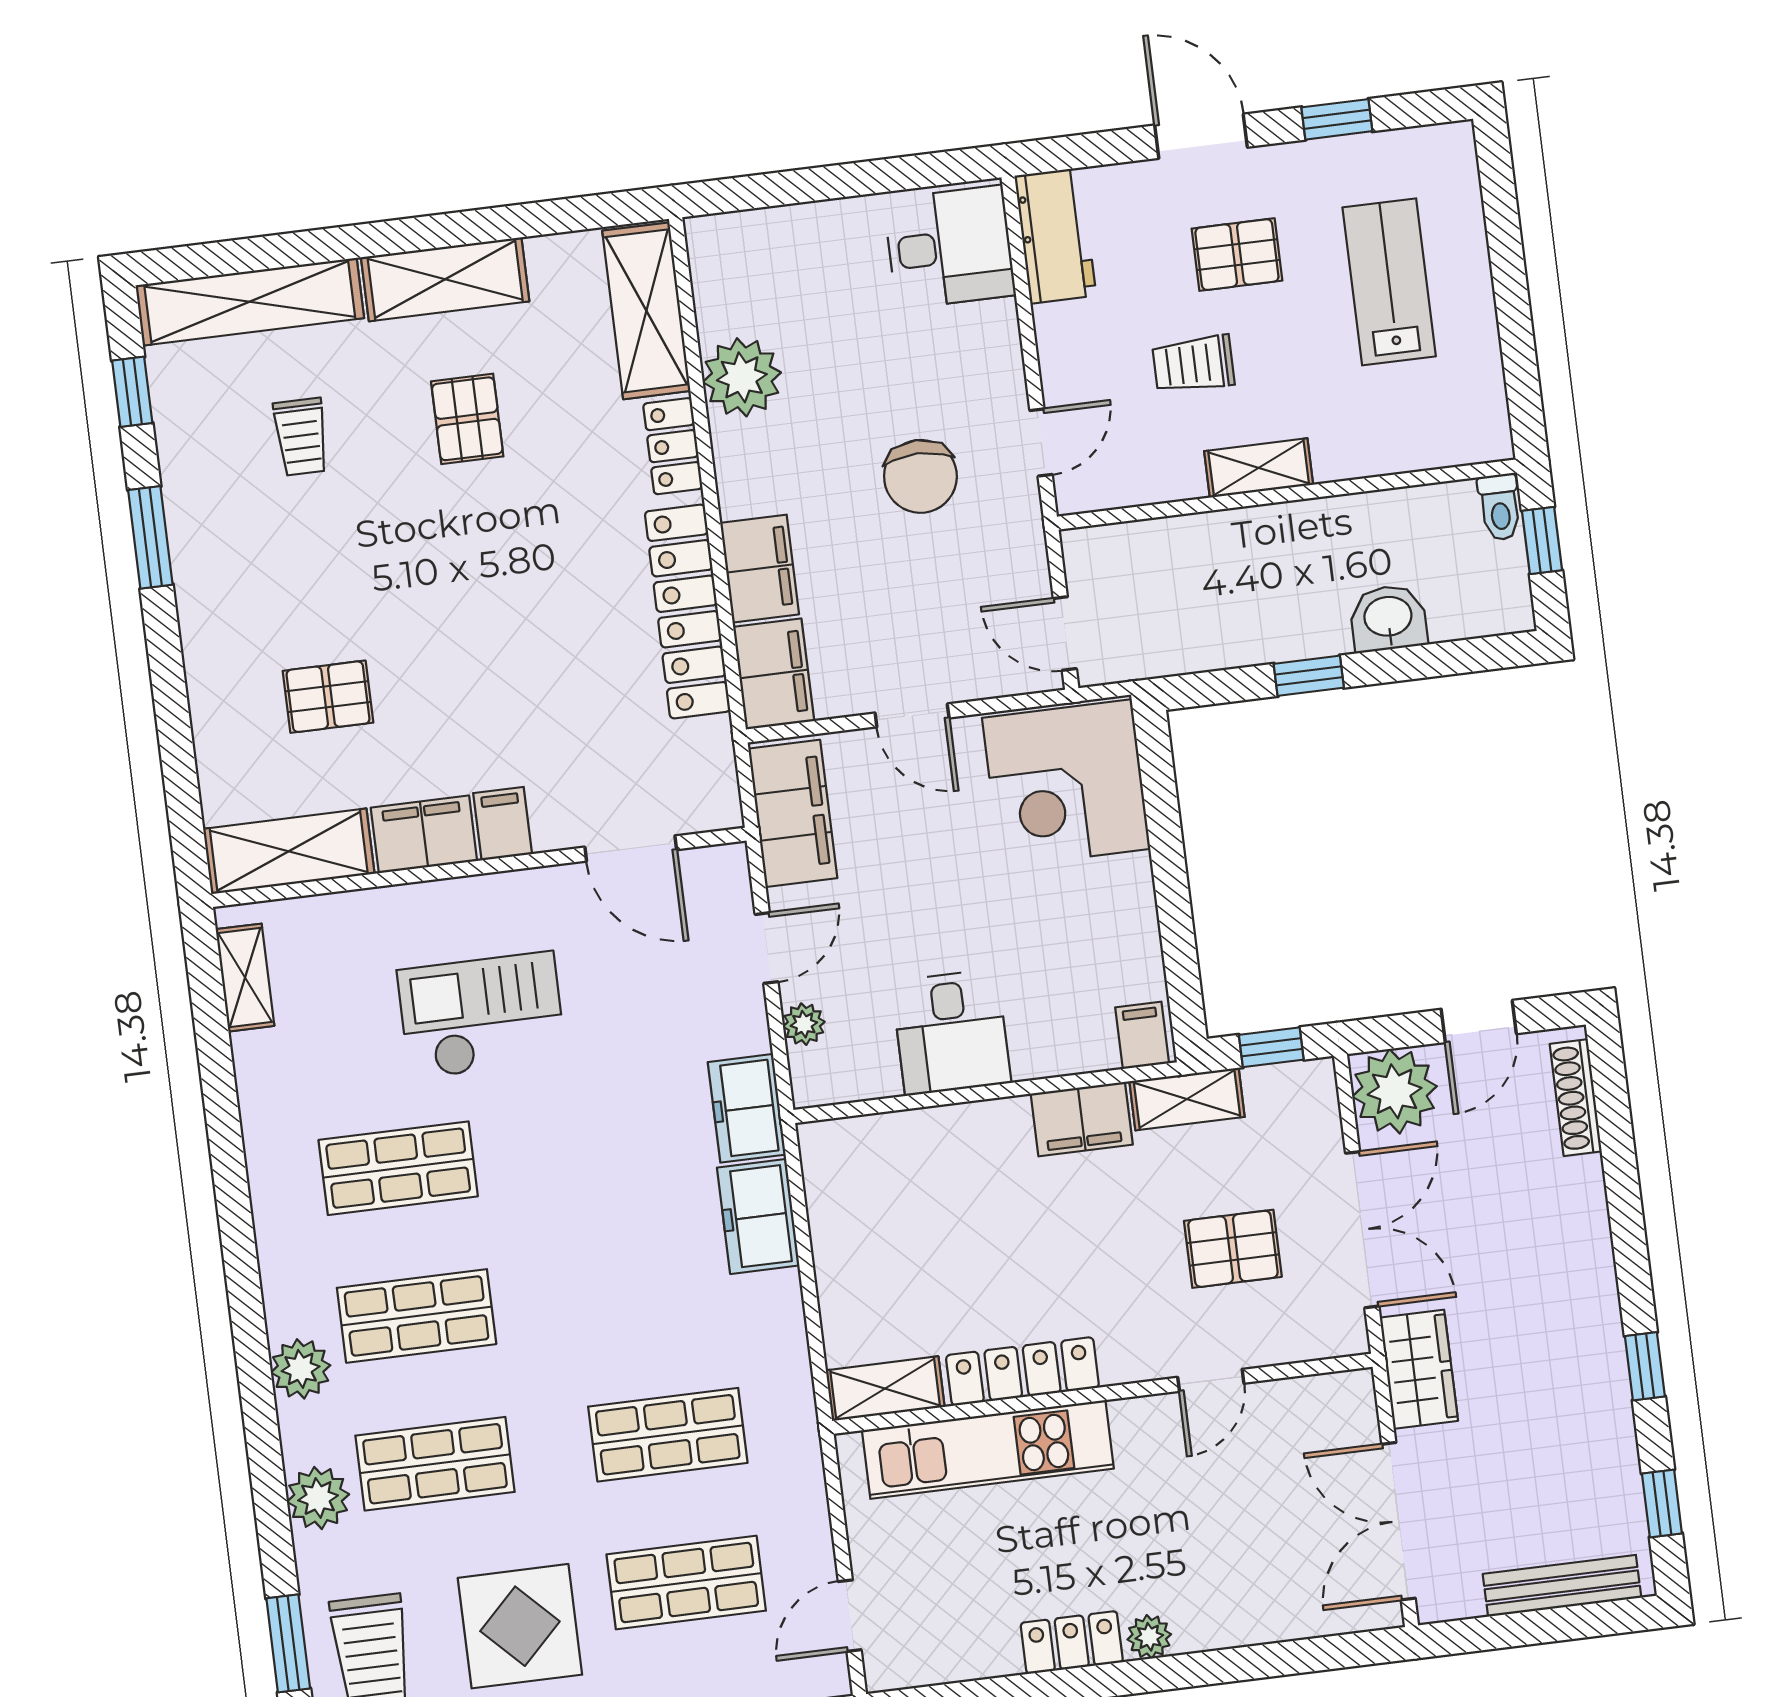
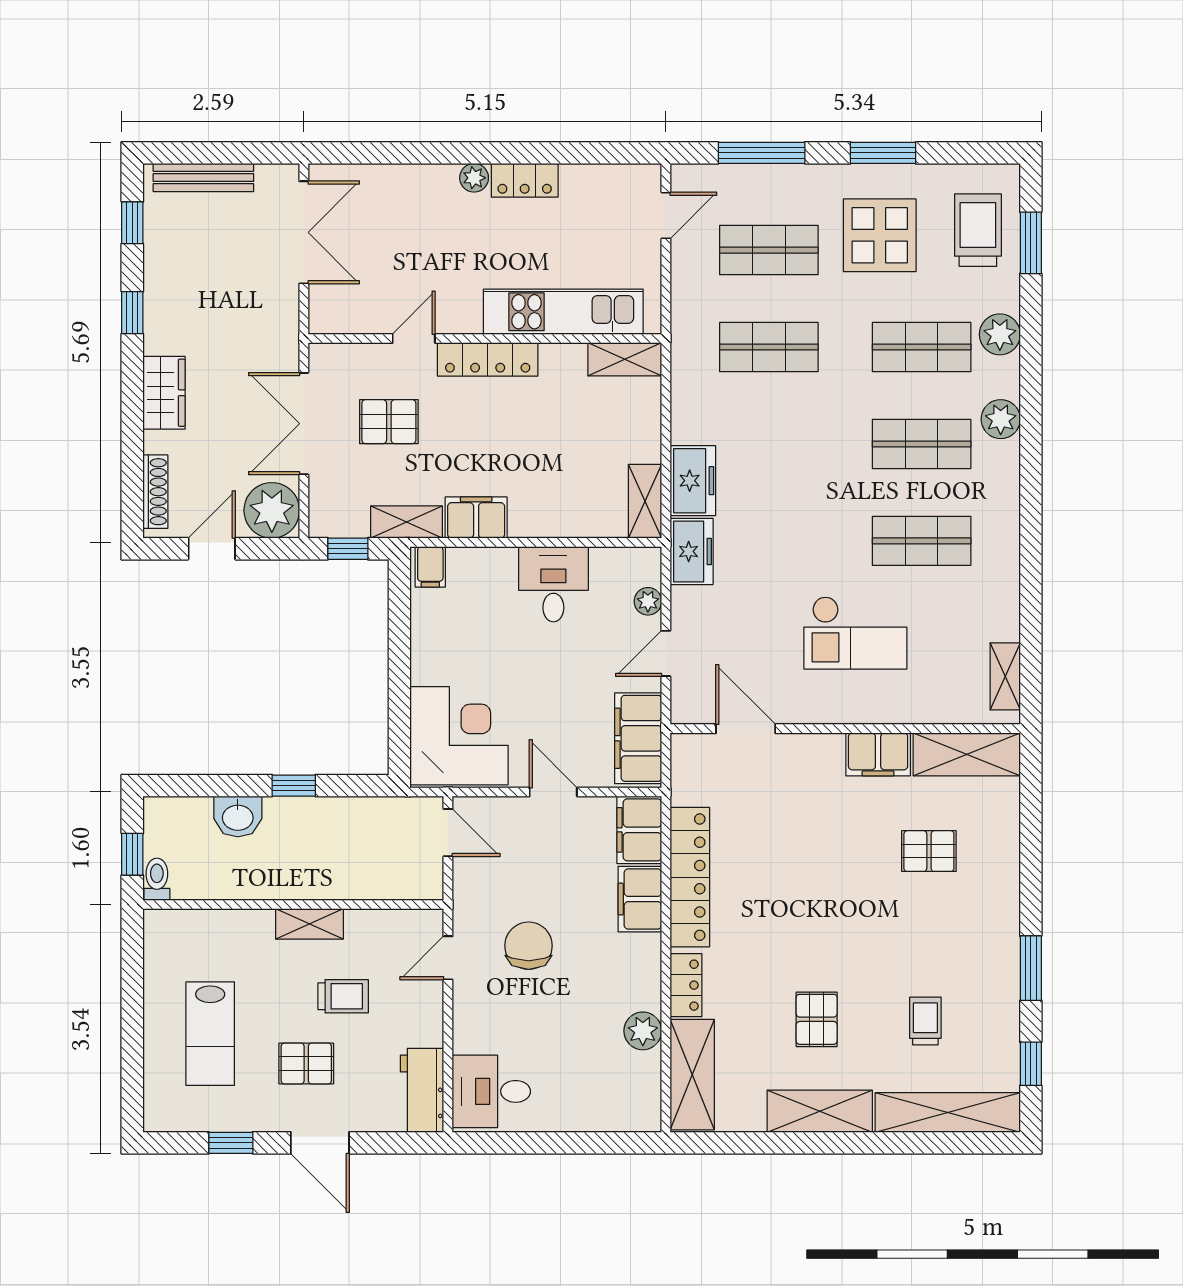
plant: (742, 377) -> (643, 1031), width x0.73, depth x0.73
filing cabinet: (503, 824) -> (826, 755), removed
shelving: (827, 1176) -> (645, 501), added
wardrobe: (1419, 1369) -> (164, 393), moved, turned 180
locker: (1022, 1371) -> (488, 359), moved

